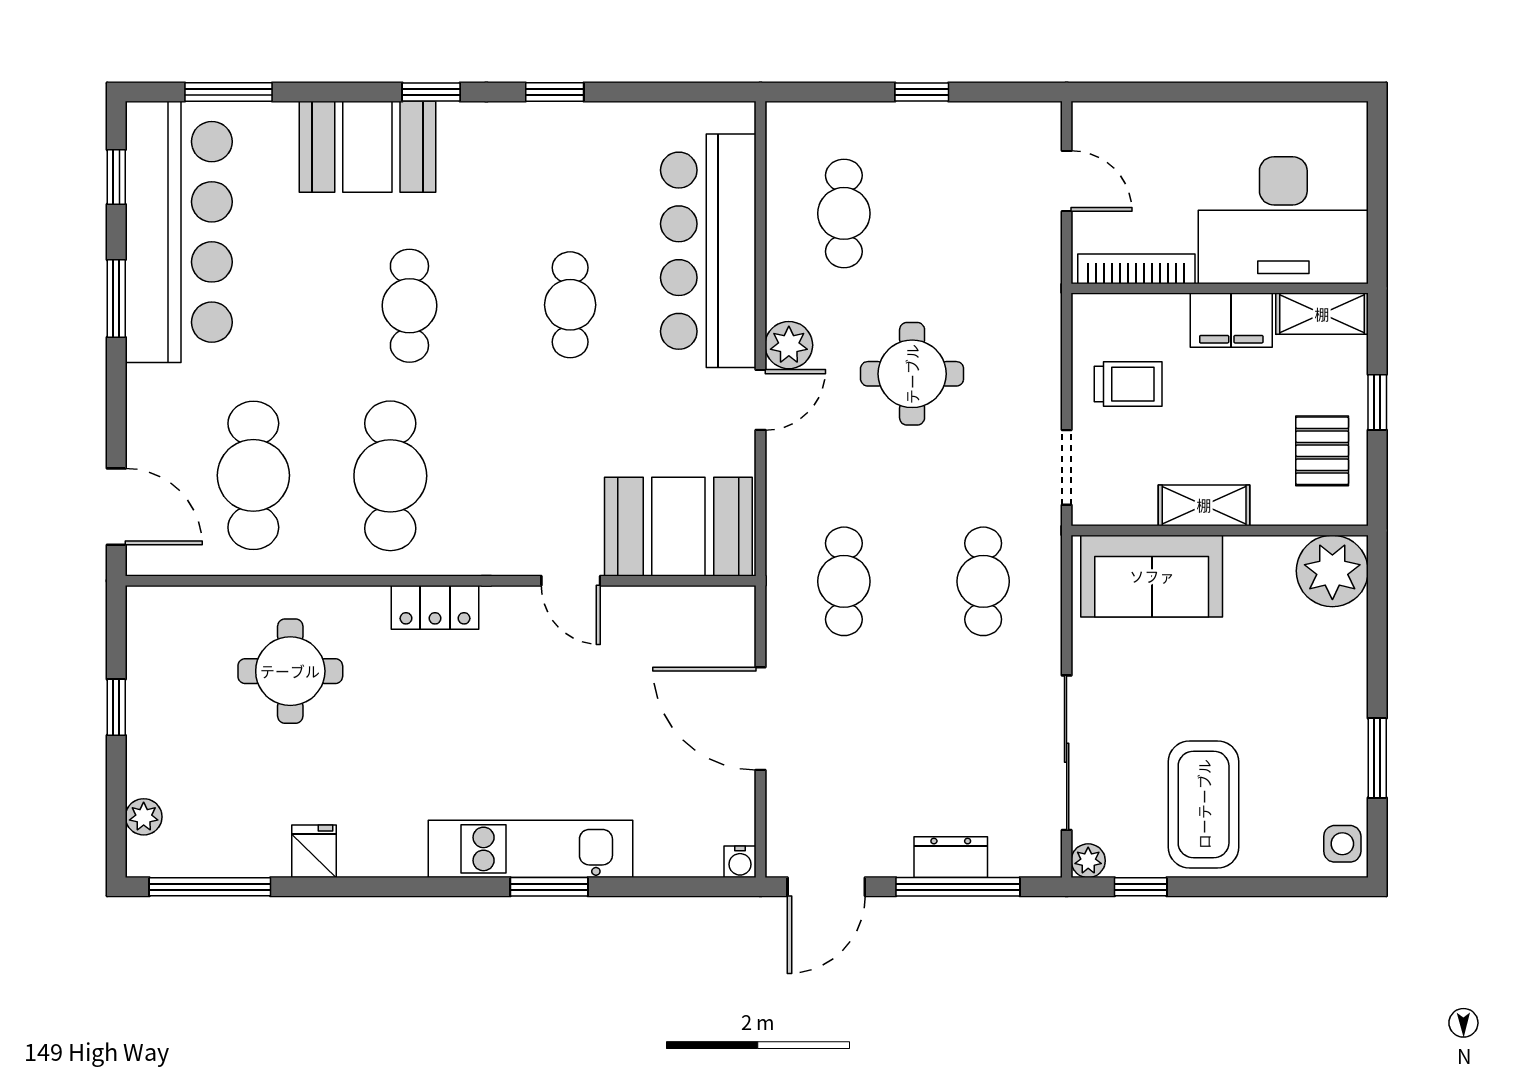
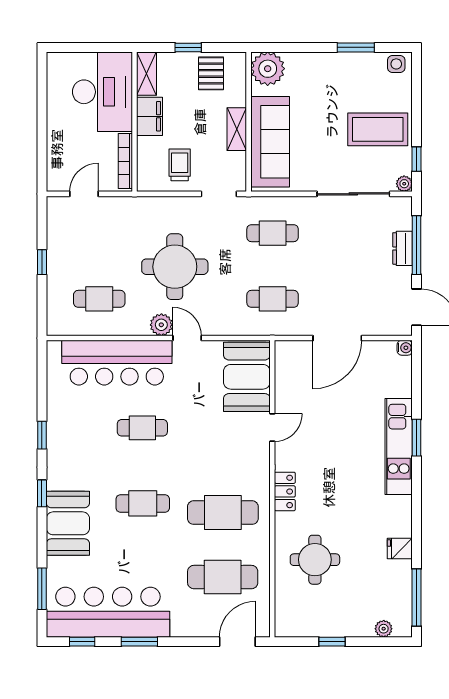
round table: (912, 374) -> (175, 267), width x1.36, depth x1.36
pallet: (1322, 451) -> (211, 73), turned 90
sofa: (1152, 576) -> (270, 142), width x1.36

